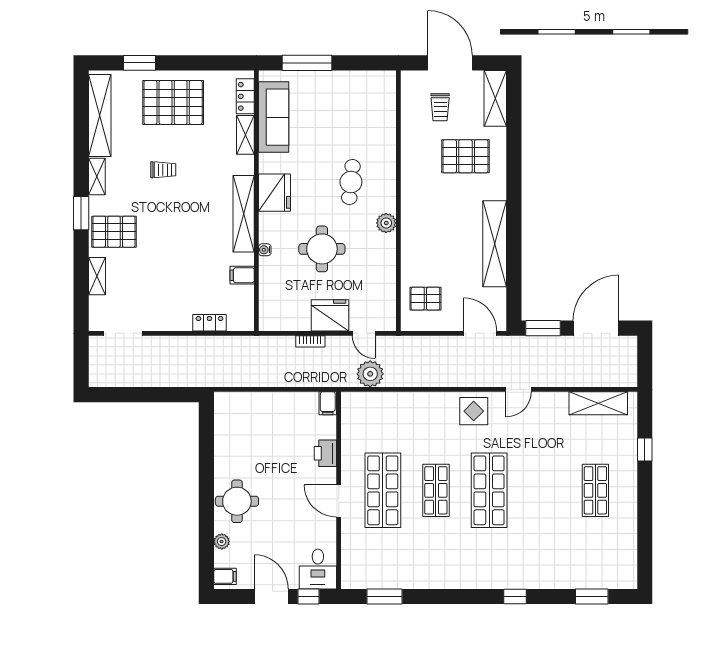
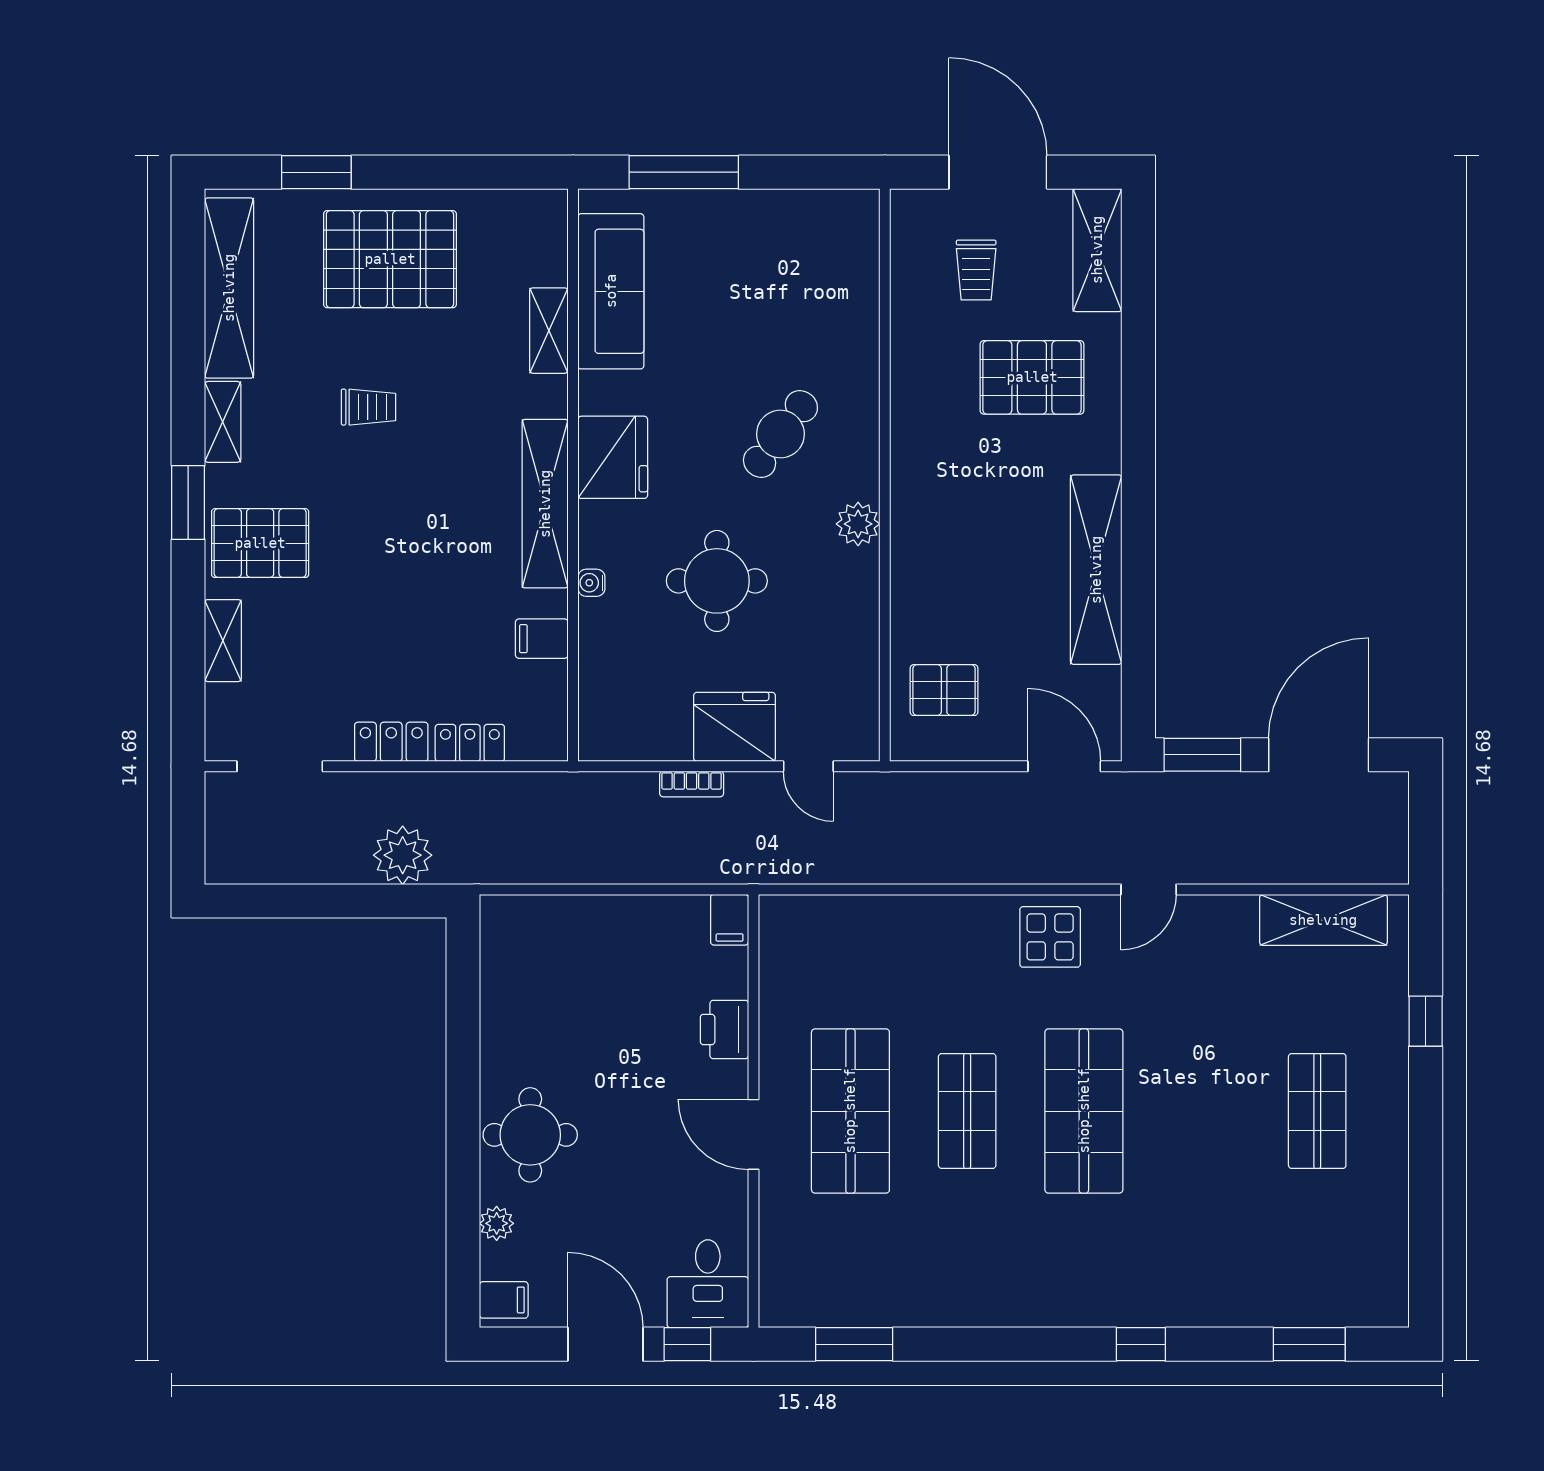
locker: (245, 96) -> (391, 742), moved, turned 90
cafe table: (351, 182) -> (780, 434), turned 31
plant: (370, 374) -> (403, 855), moved

